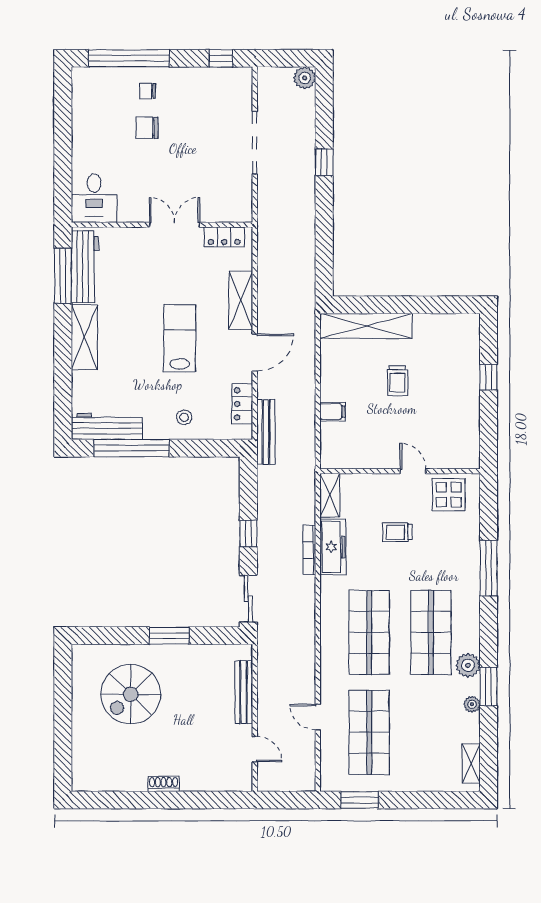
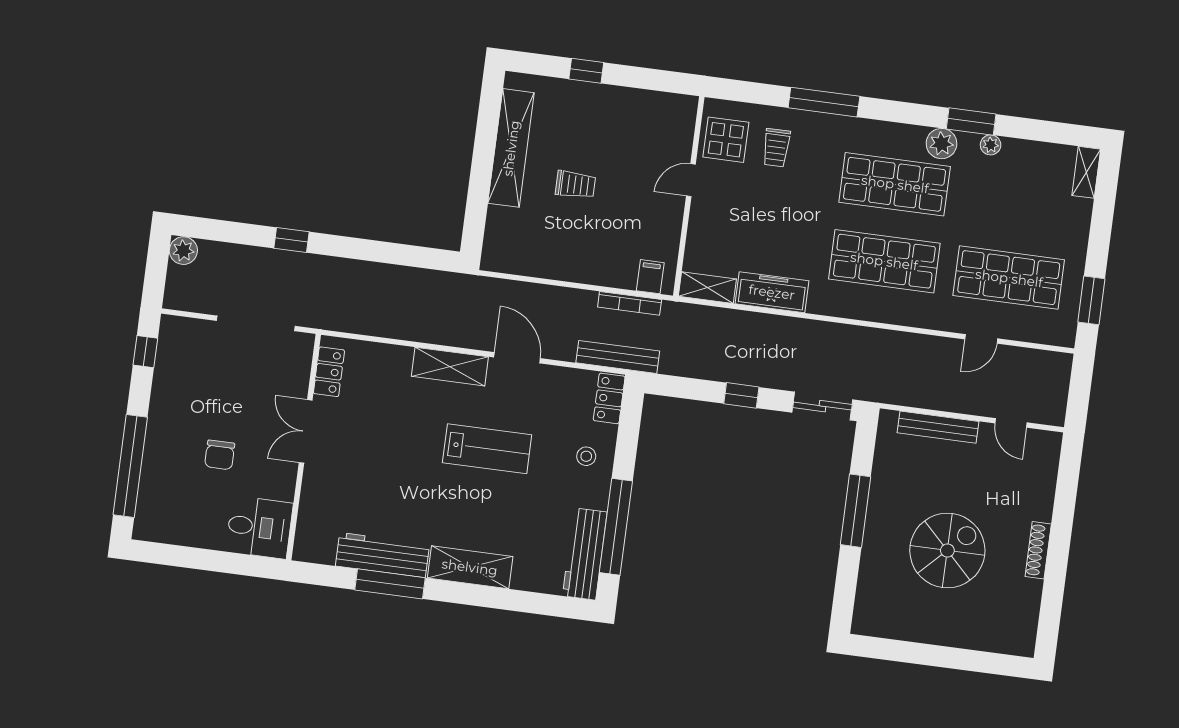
chair: (147, 91) -> (174, 448), removed
desk: (94, 198) -> (259, 527), moved
wall: (162, 225) -> (304, 447), moved
double door: (175, 225) -> (306, 431), moved
locker: (224, 237) -> (329, 372), moved
shelving: (366, 326) -> (511, 148), moved
lab bench: (180, 338) -> (487, 449), turned 180
locker: (242, 404) -> (609, 398), moved, turned 90
filing cabinet: (333, 412) -> (650, 277), moved
trolley: (397, 532) -> (776, 148), moved
bookcase: (309, 550) -> (630, 303), moved
window: (169, 636) -> (856, 511), width x1.44
spiral stairs: (131, 694) -> (947, 550), moved, turned -90
door: (255, 749) -> (1011, 423), swing flipped
shelving: (471, 763) -> (1086, 172), moved, turned 90
shoe rack: (164, 784) -> (1038, 550), width x1.43

